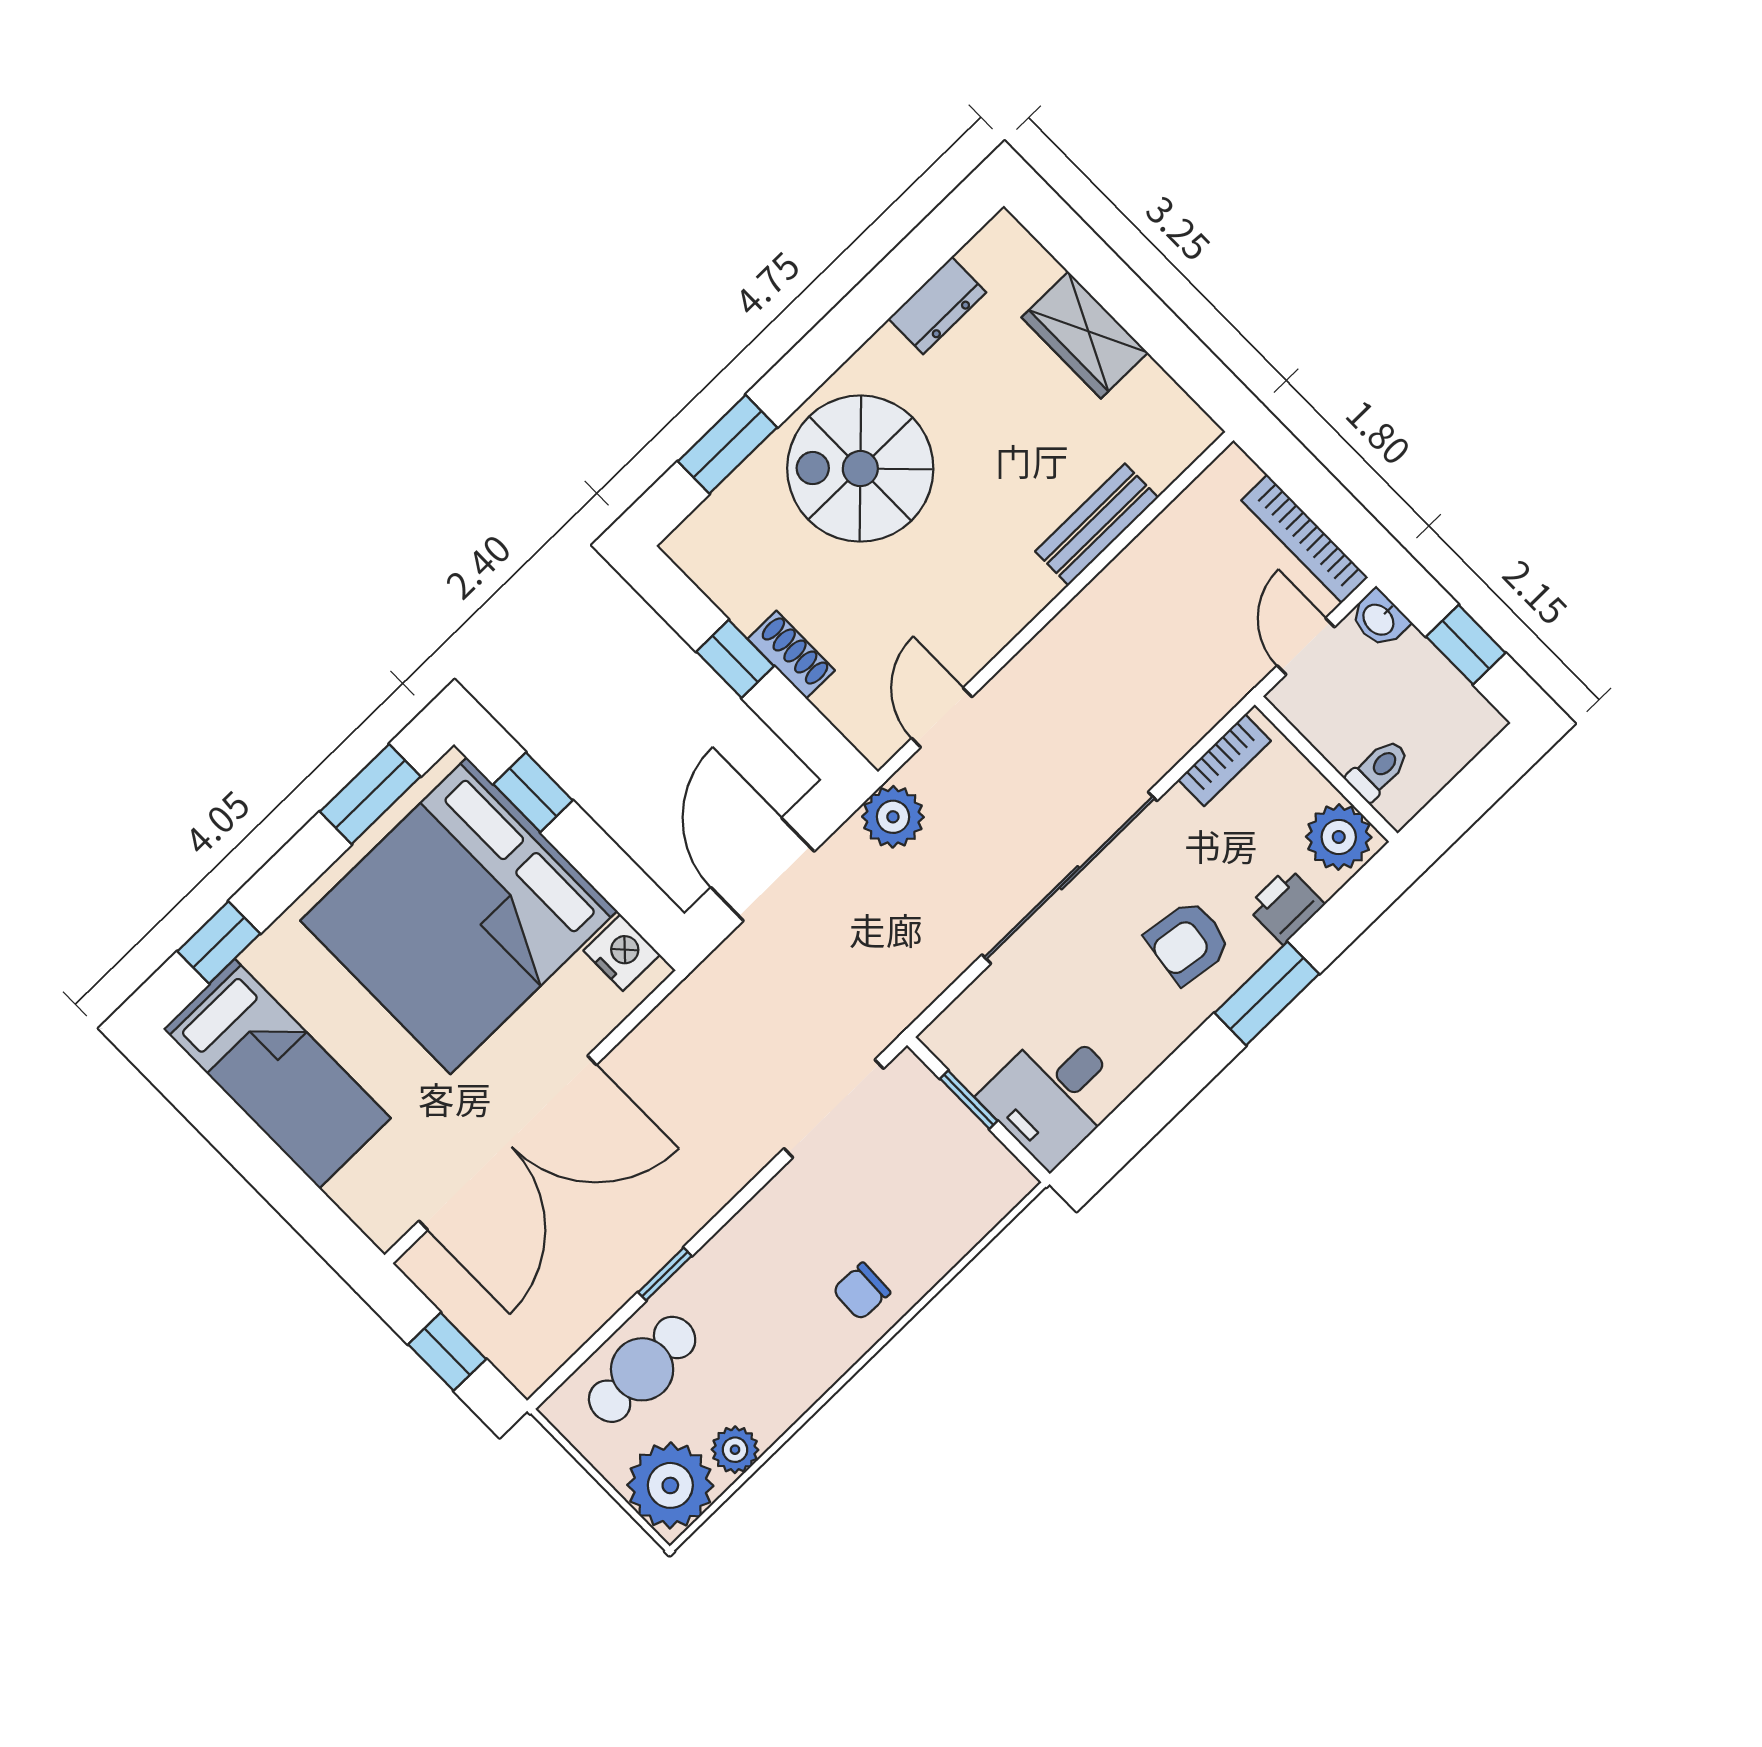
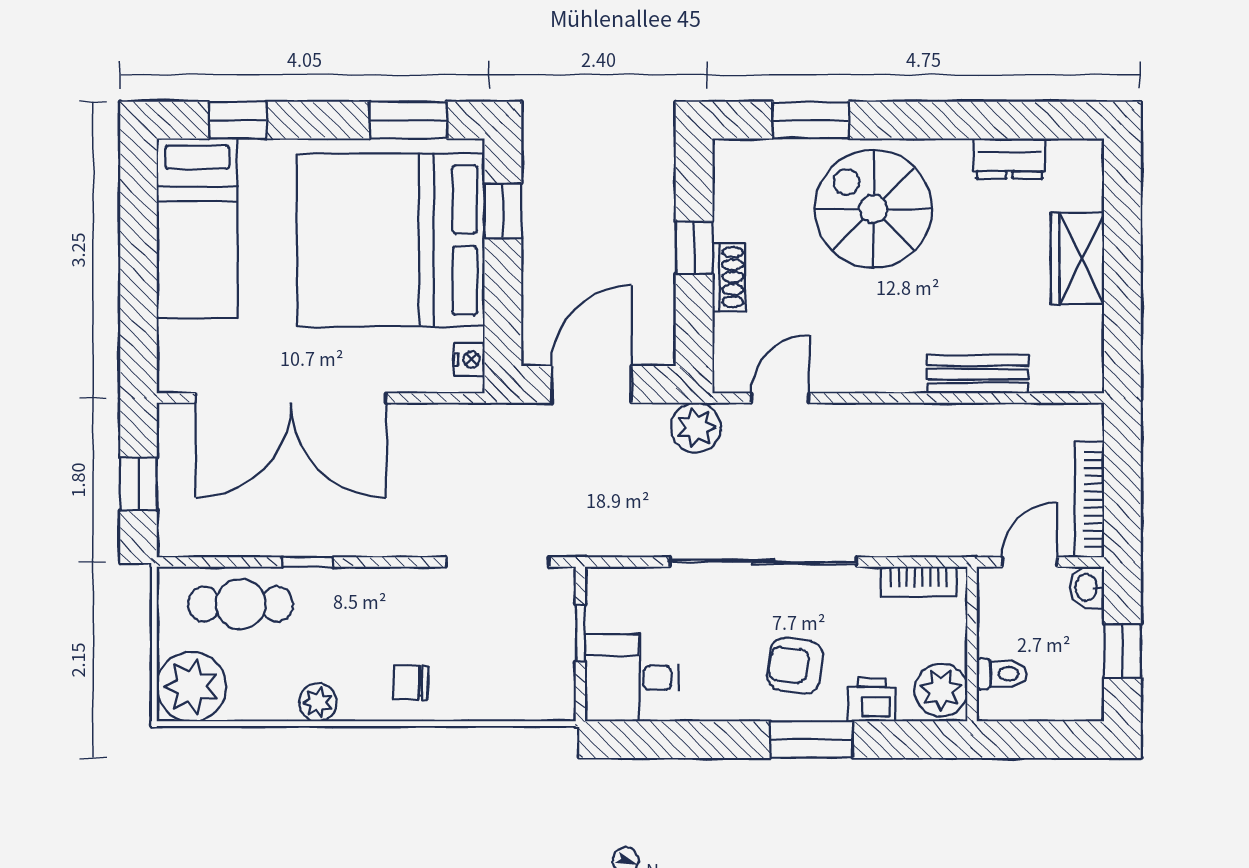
nightstand: (622, 953) -> (469, 359), width x0.72, depth x0.74
plant: (735, 1450) -> (318, 702), moved

